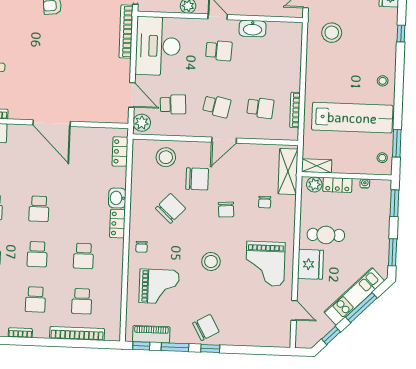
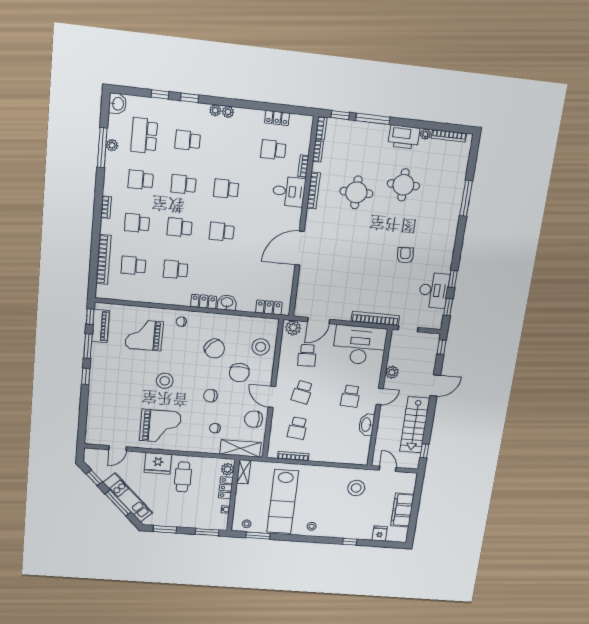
grand piano: (265, 264) -> (160, 426), turned 180
grand piano: (159, 286) -> (144, 335), turned 90
chair: (206, 327) -> (254, 419), moved, turned 119

